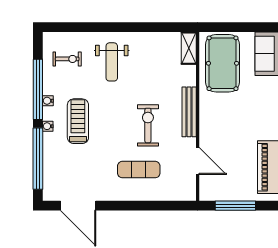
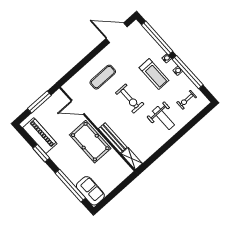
weight bench: (112, 62) -> (163, 118), turned 180
pool table: (223, 63) -> (90, 142), moved
bench: (189, 112) -> (113, 138), moved
exercise bike: (148, 125) -> (130, 99), moved

